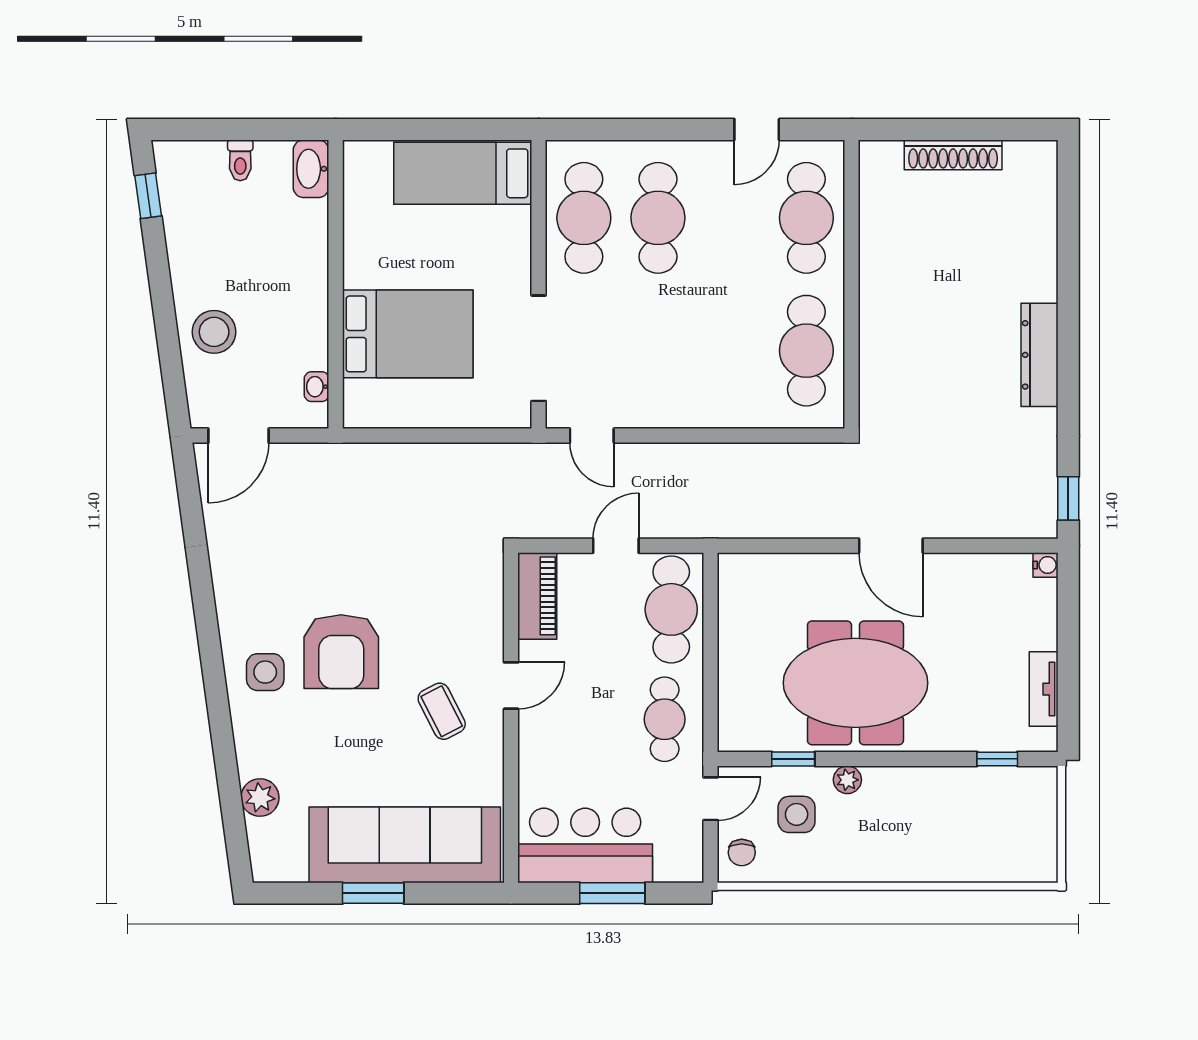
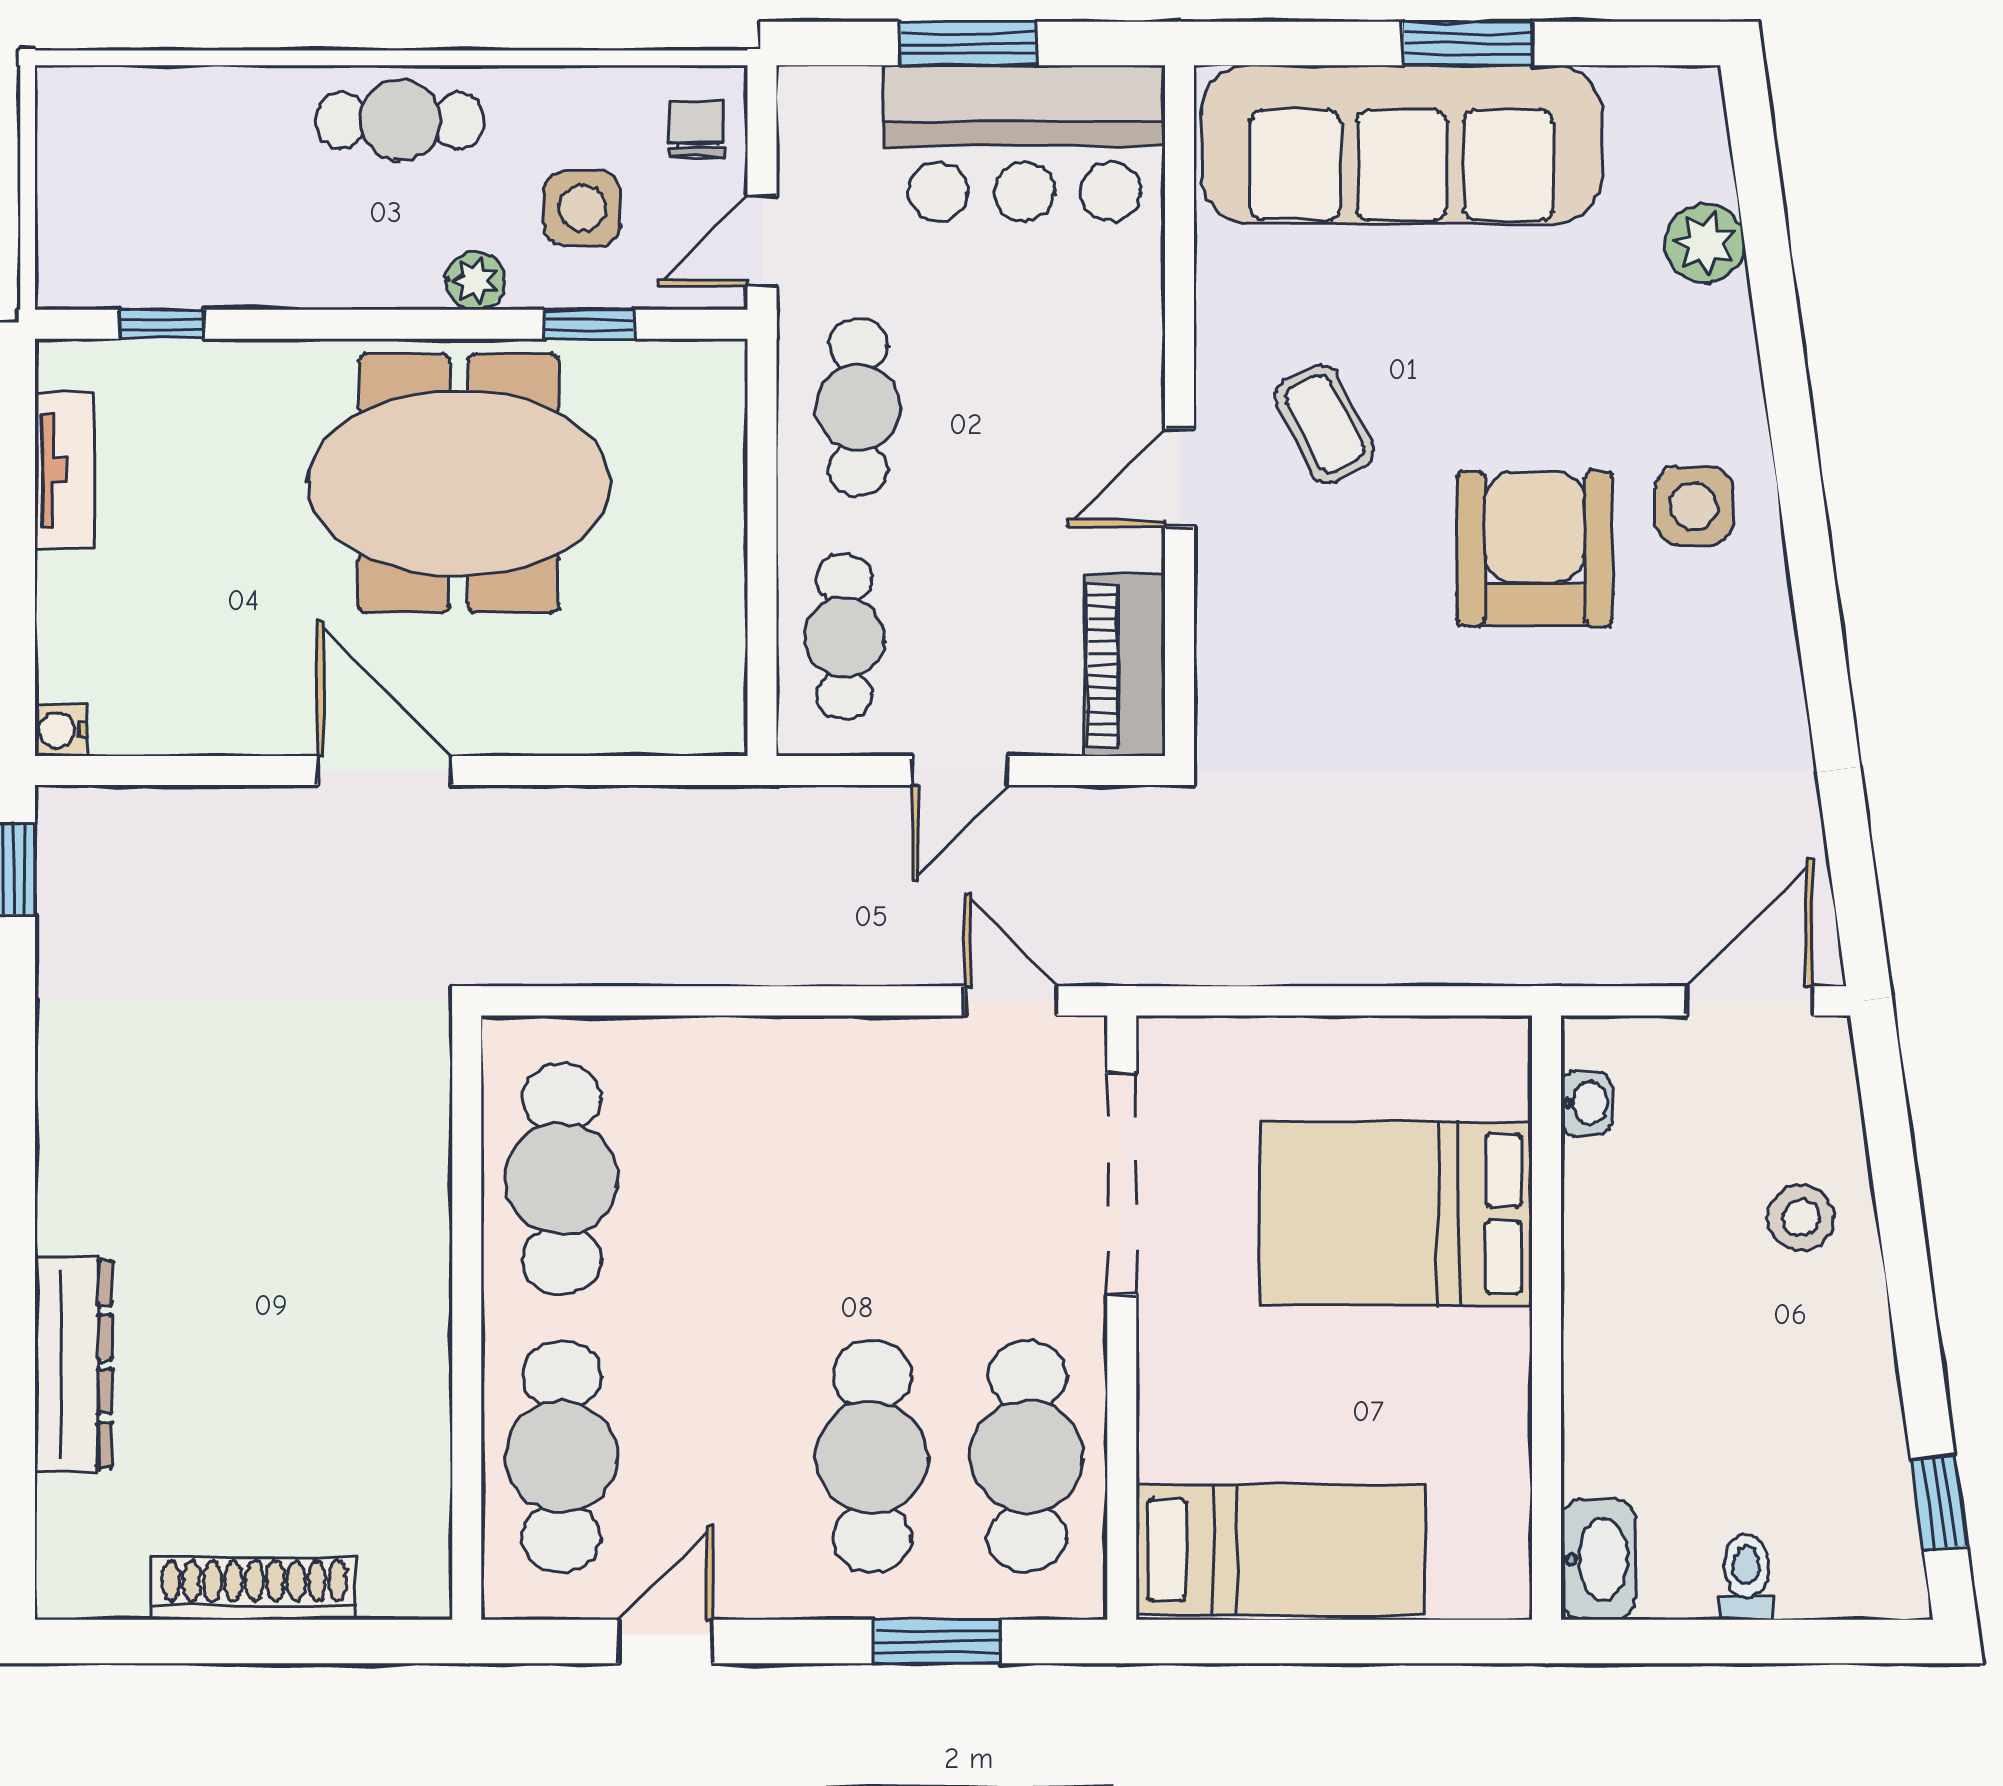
window: (627, 129) -> (937, 1642), added
stool: (214, 332) -> (1801, 1218), width x0.73, depth x0.73
dresser: (1040, 355) -> (73, 1364), moved
cafe table: (671, 609) -> (844, 637), width x0.73, depth x0.74
cafe table: (884, 856) -> (400, 120), added

